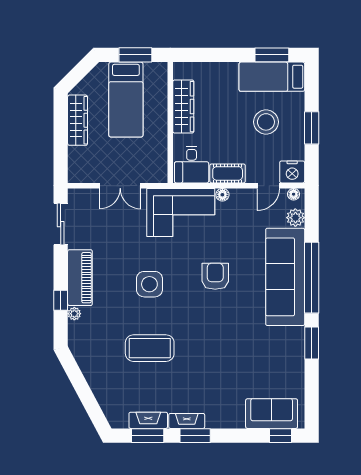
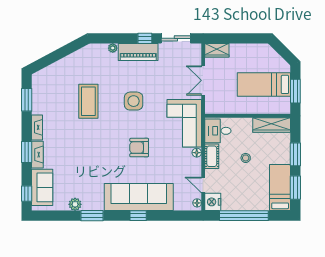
window: (225, 55) -> (295, 154), added
wardrobe: (183, 107) -> (272, 125), moved
wardrobe: (78, 120) -> (217, 50), moved, width x0.67
stool: (266, 122) -> (246, 158), moved, width x0.53, depth x0.53
window: (312, 128) -> (244, 216), width x2.11
plant: (295, 218) -> (75, 204), moved
armchair: (215, 276) -> (139, 148), turned 180
window: (312, 278) -> (138, 216), width x0.32
window: (61, 300) -> (145, 38), moved
fireplace: (148, 420) -> (37, 155), moved
window: (195, 436) -> (27, 152), moved

